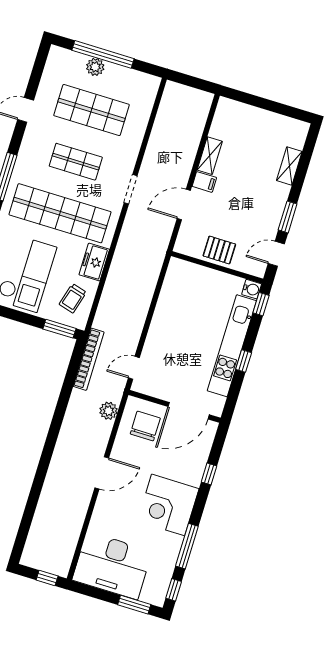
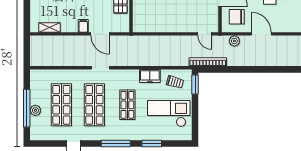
shelving: (210, 156) -> (49, 27), moved
shop shelf: (76, 162) -> (94, 105), width x1.43, depth x1.36
shop shelf: (60, 213) -> (127, 105), width x0.50, depth x0.74
door: (102, 473) -> (261, 34), moved

